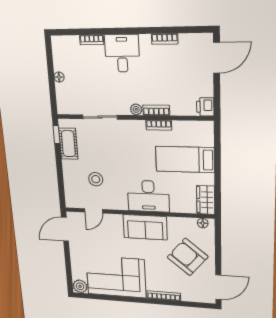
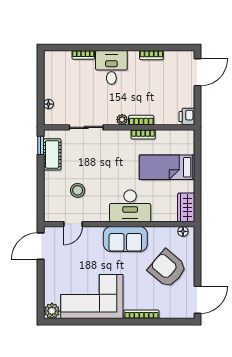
floor lamp: (59, 77) -> (48, 104), moved

